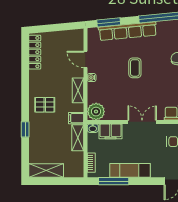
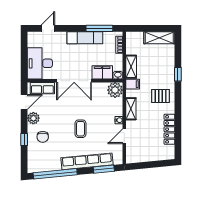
locker: (35, 52) -> (169, 129), moved
door: (86, 59) -> (124, 136), swing flipped
double door: (142, 122) -> (74, 81), width x1.37

